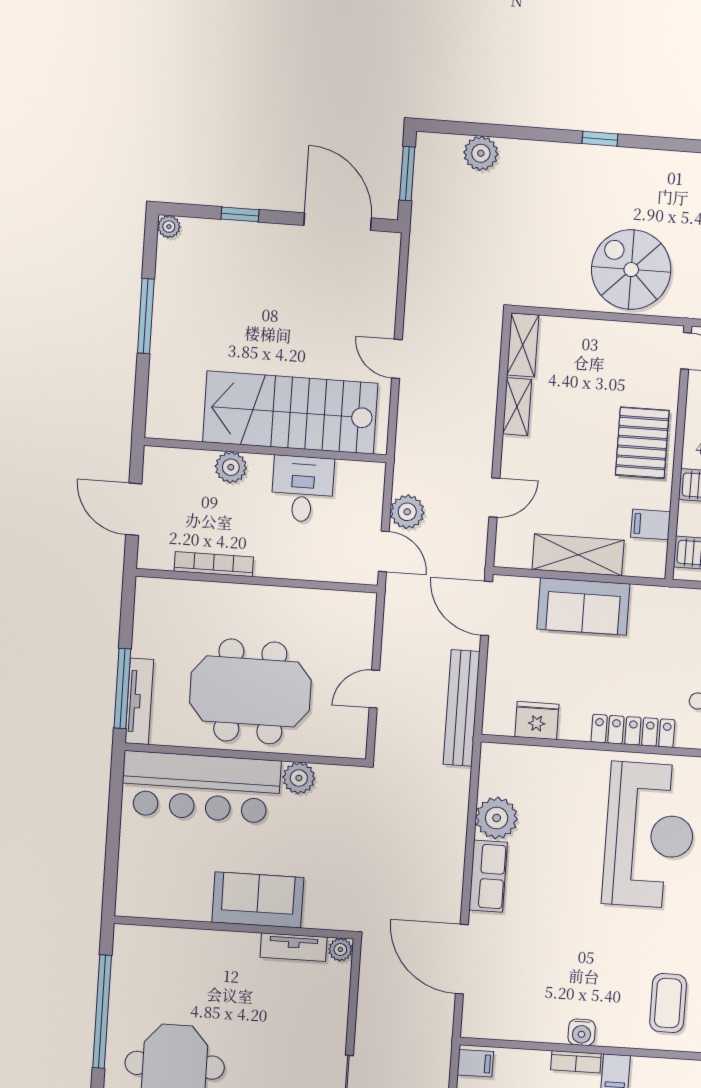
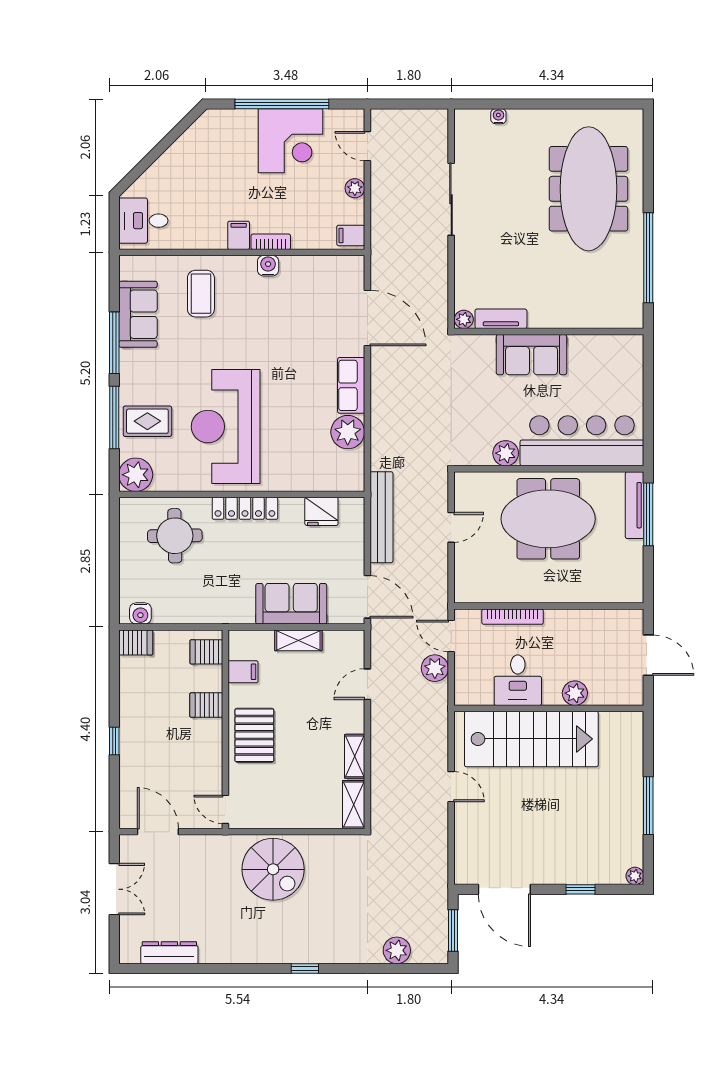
shelving: (578, 555) -> (298, 640), width x0.67, depth x0.75
bookcase: (214, 564) -> (513, 617), moved

